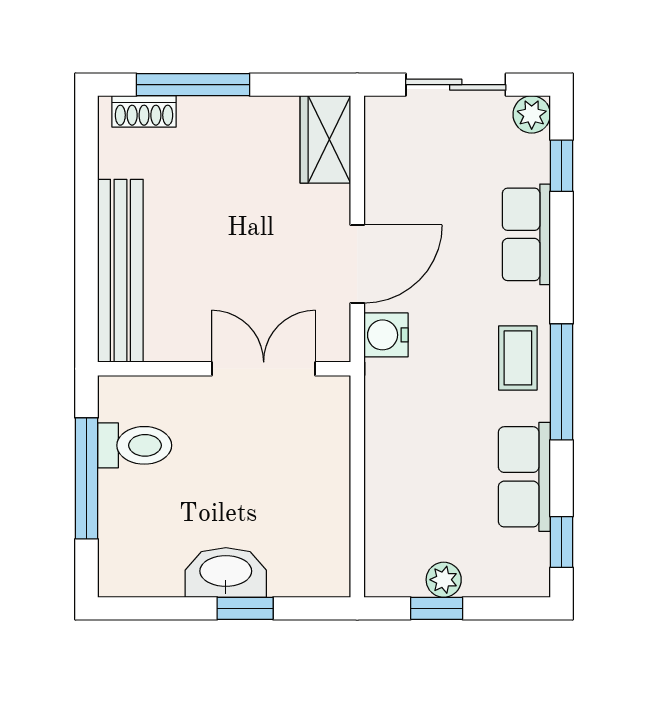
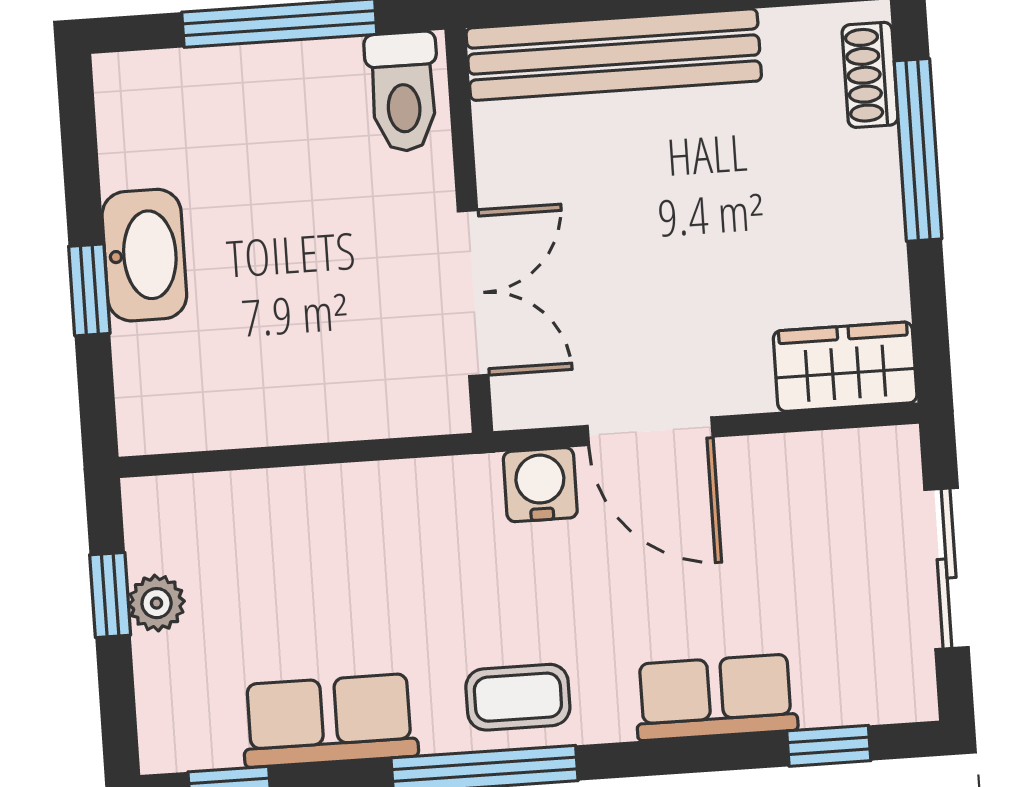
plant: (532, 114) -> (907, 693), removed
toilet: (135, 445) -> (403, 92), moved

